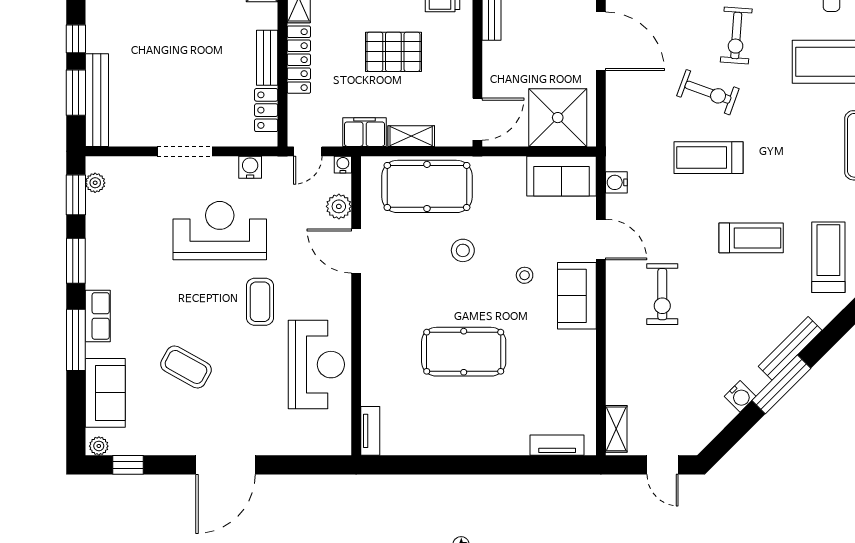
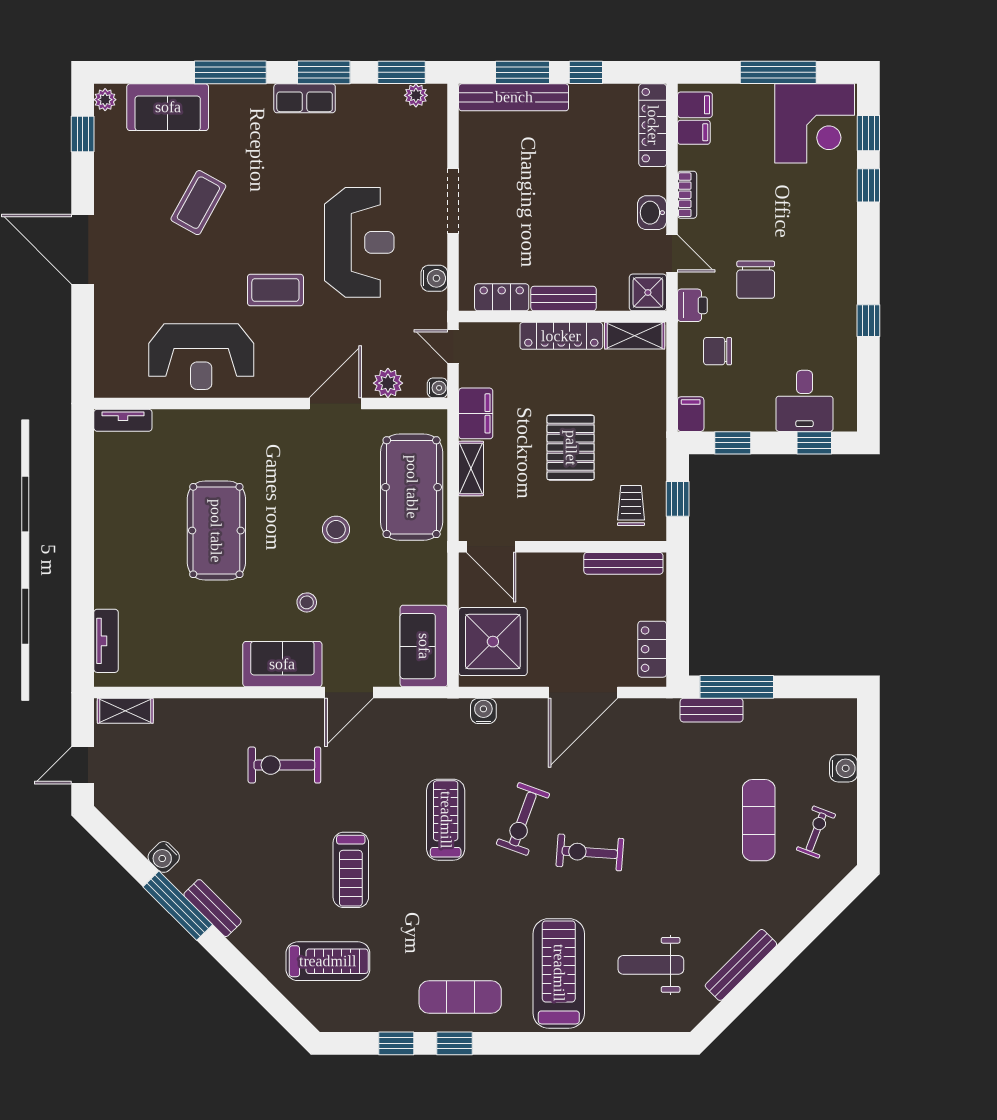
water cooler: (616, 182) -> (483, 711), moved
row of seats: (98, 316) -> (305, 98), moved
bench: (790, 348) -> (213, 908), width x0.73

